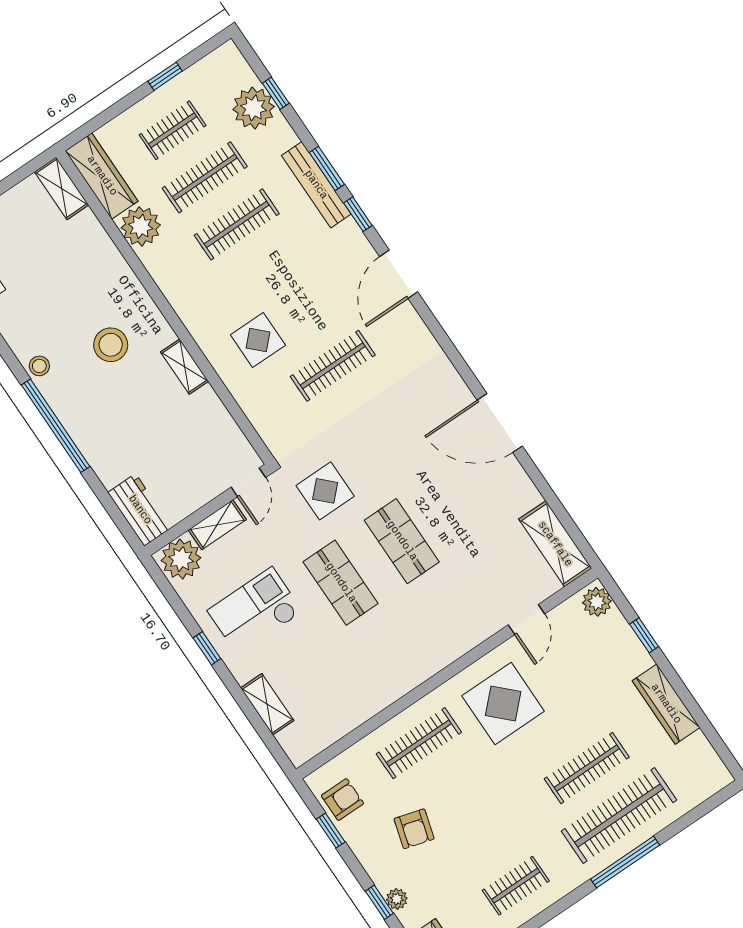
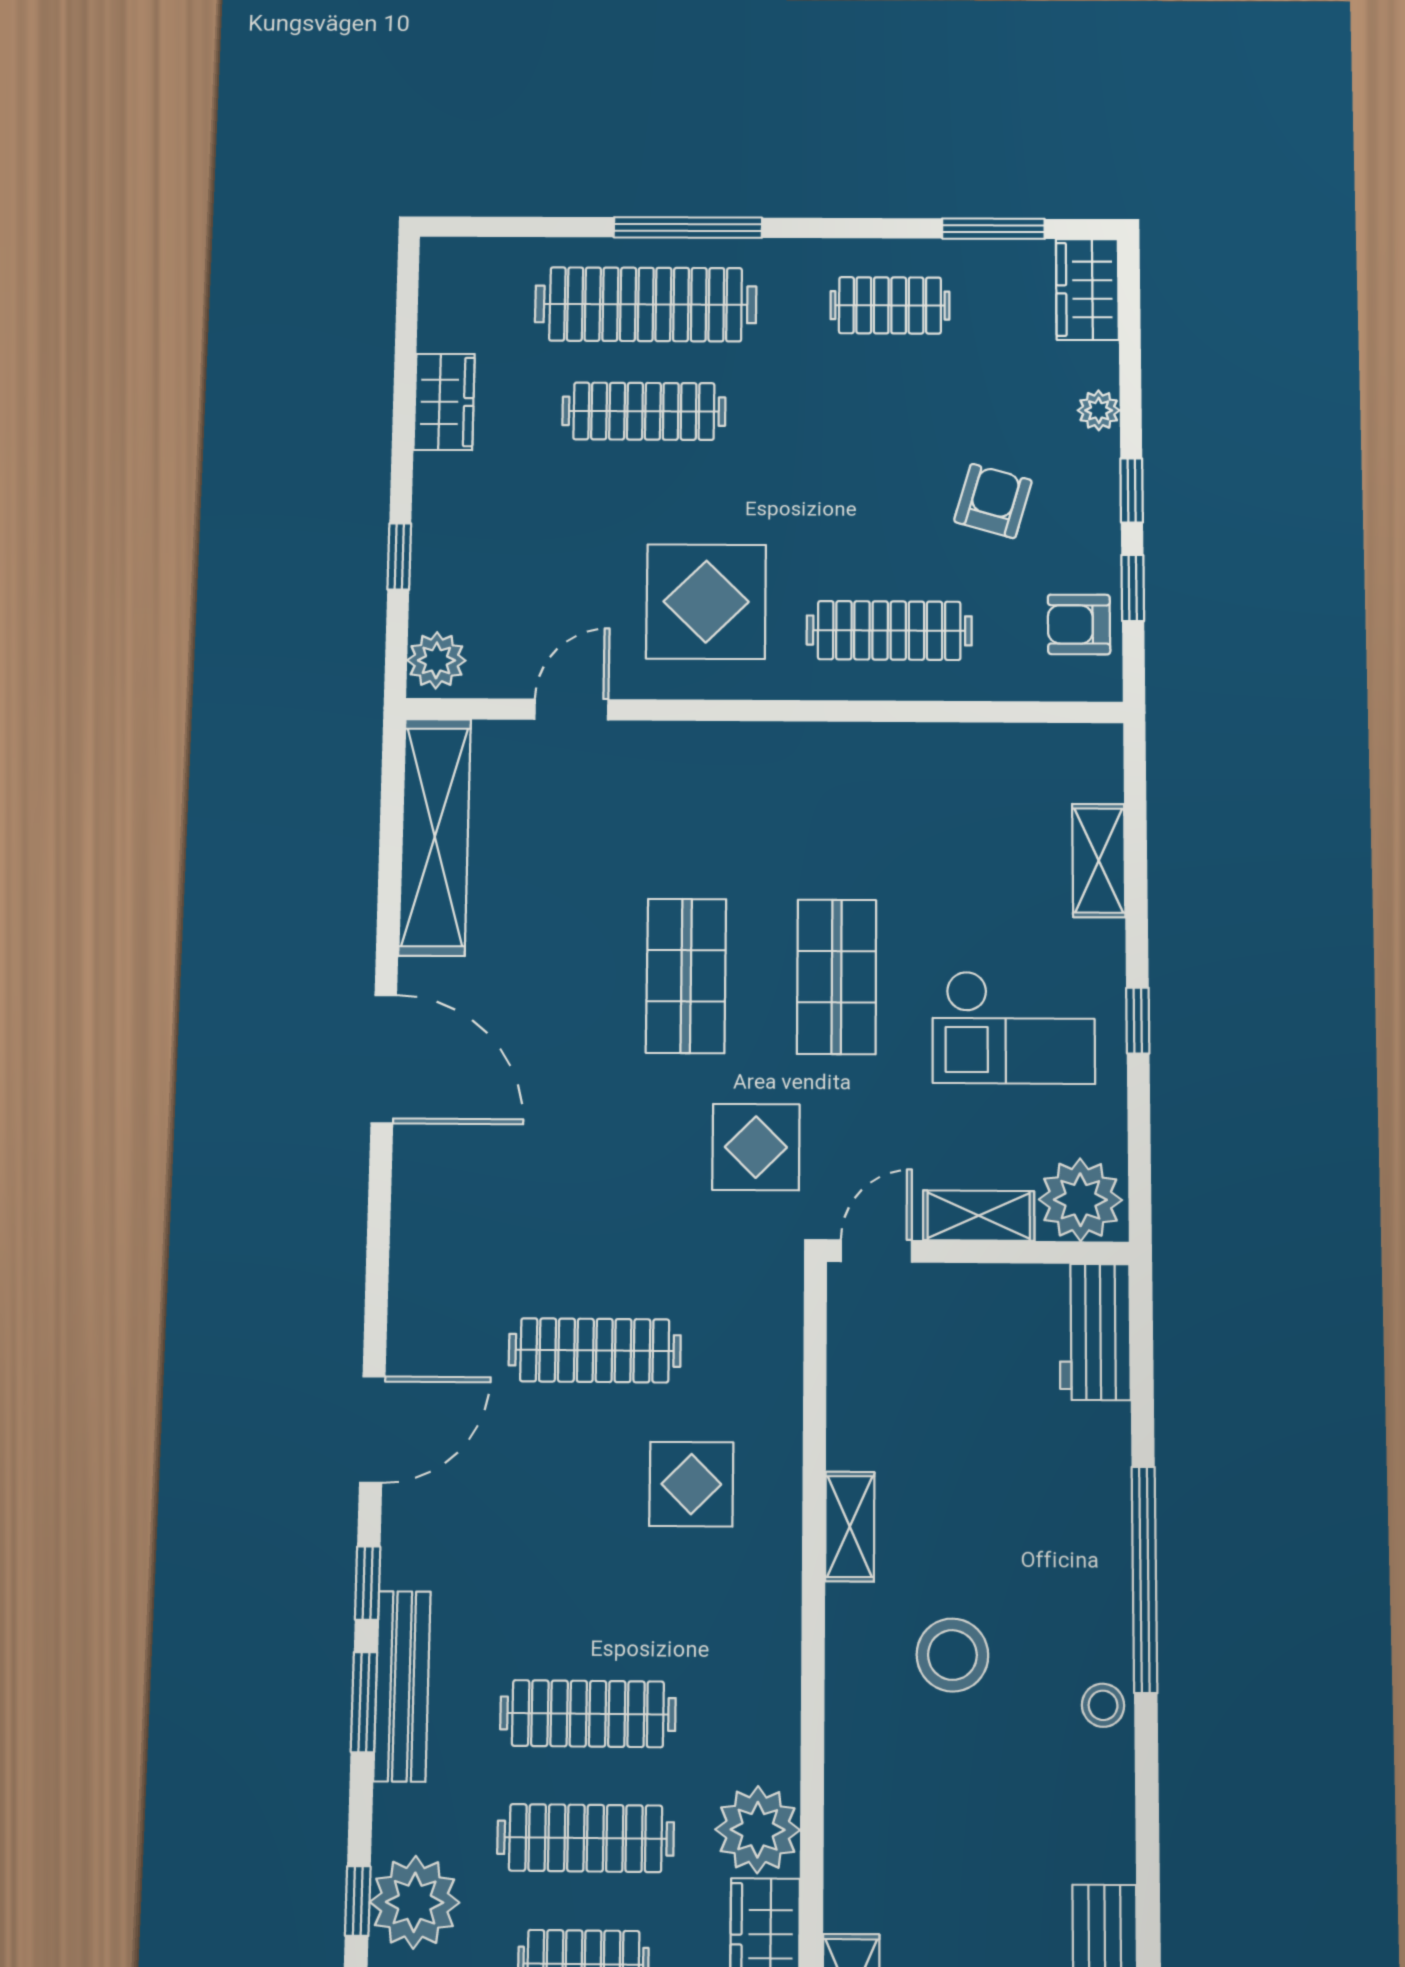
shelving: (555, 544) -> (435, 837), width x1.47
wardrobe: (666, 704) -> (444, 402), width x0.67
window: (379, 902) -> (1132, 490), moved

